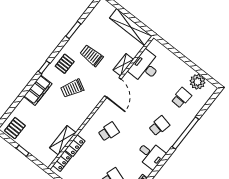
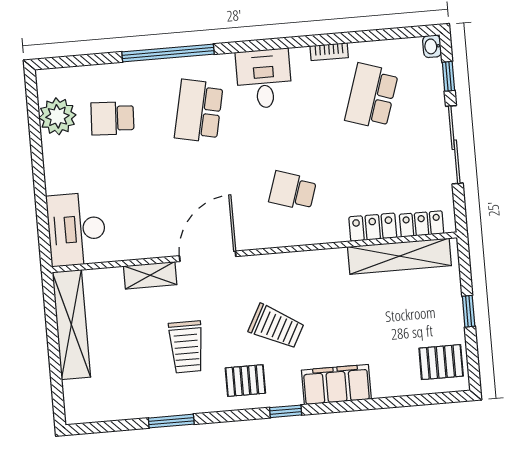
desk: (145, 67) -> (76, 229), moved, turned 90
school desk: (159, 126) -> (199, 111), width x1.85
shelving: (63, 140) -> (399, 256), width x1.47

